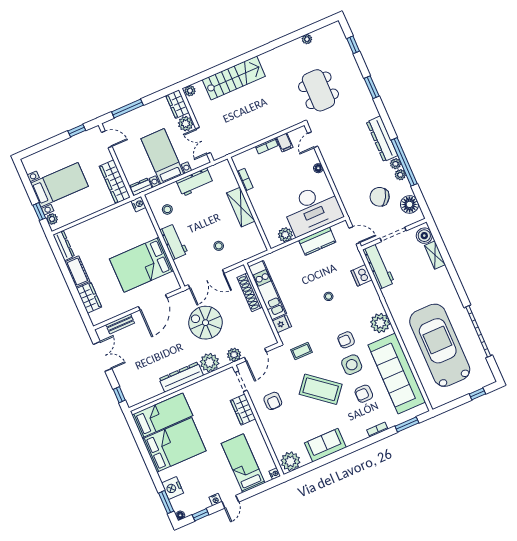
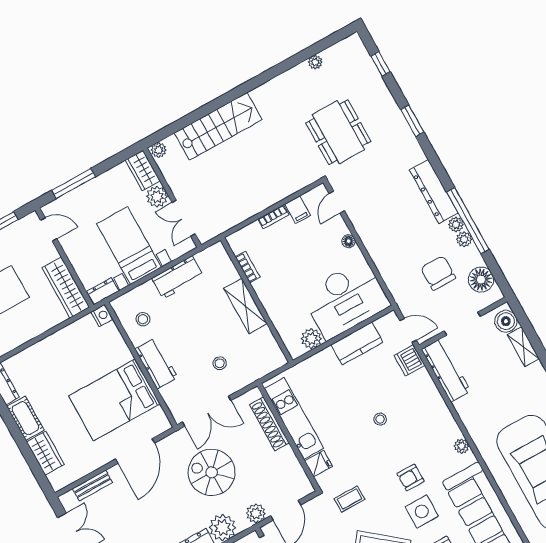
chair: (380, 197) -> (438, 273), turned 58
dishwasher: (362, 275) -> (410, 360), moved
plant: (380, 323) -> (462, 446), width x0.53, depth x0.53

